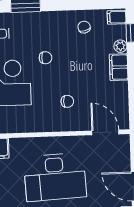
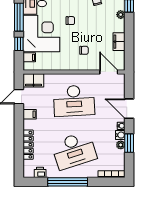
filing cabinet: (119, 67) -> (119, 42), moved

